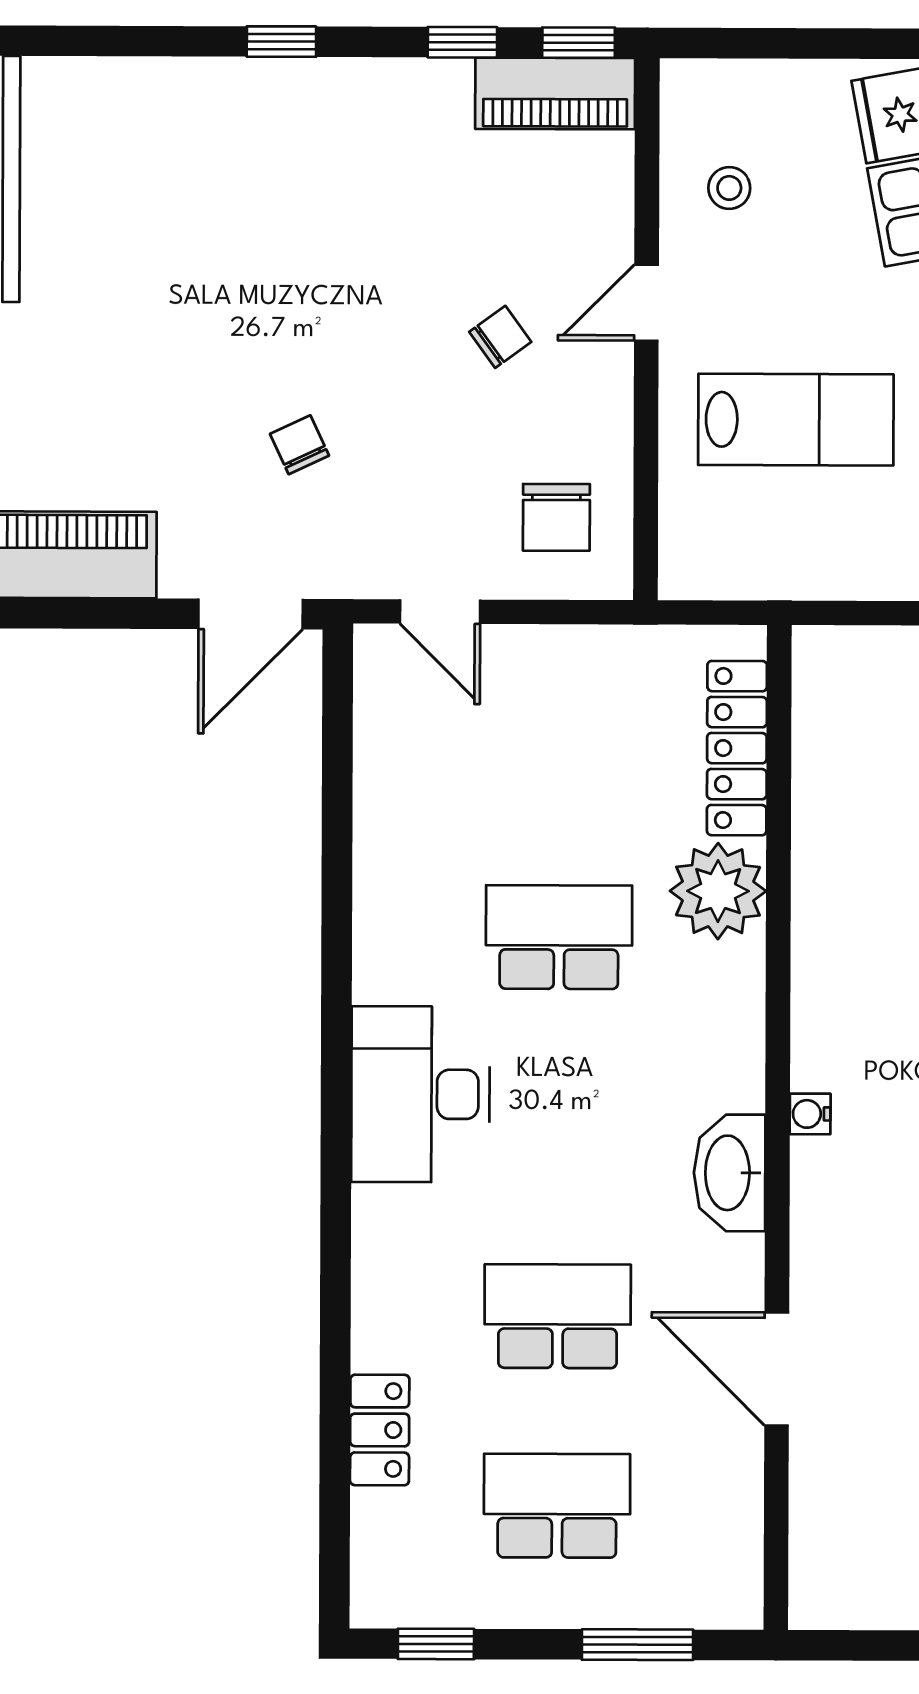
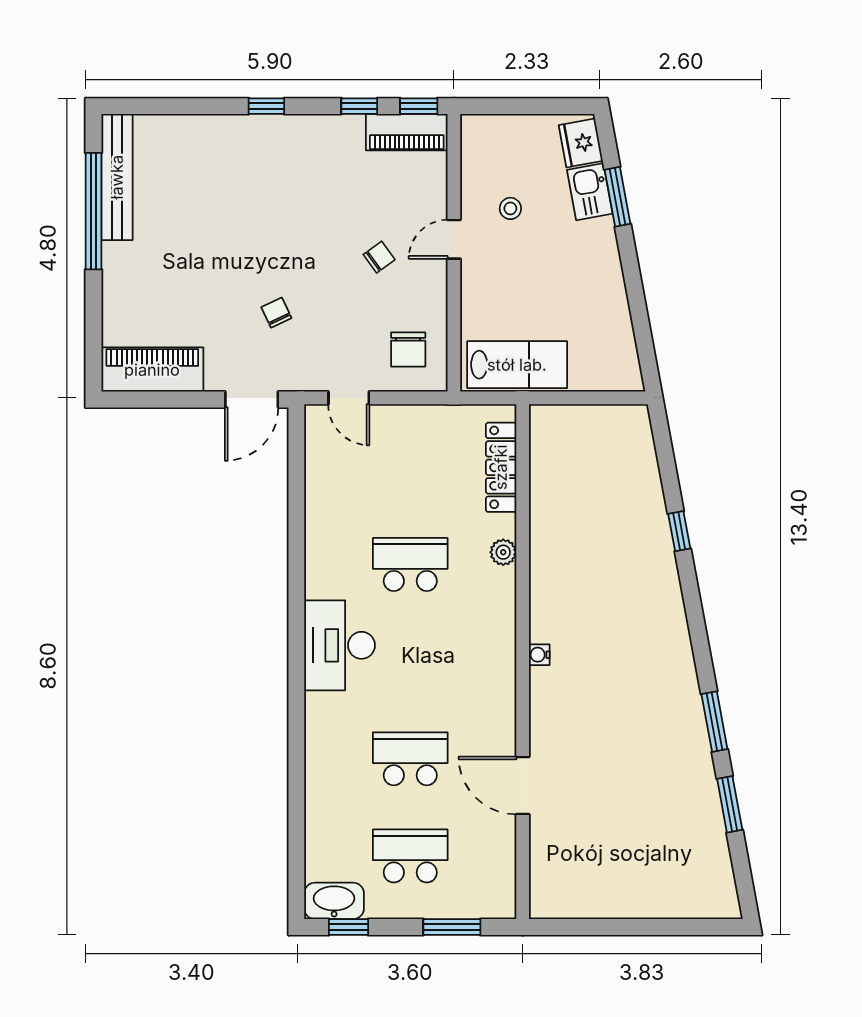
stool: (729, 188) -> (510, 208), moved
lab bench: (796, 420) -> (517, 365), moved
plant: (718, 891) -> (503, 552), width x0.53, depth x0.53
washbasin: (730, 1173) -> (334, 901), moved, turned 90
locker: (380, 1430) -> (319, 817), removed

